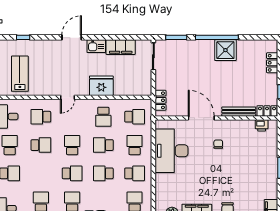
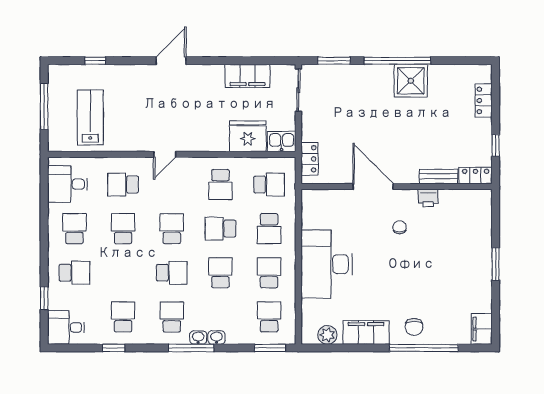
kitchen sink: (96, 46) -> (282, 141), moved, turned 180
fridge: (101, 86) -> (248, 136), moved
bench: (239, 112) -> (438, 176), width x0.73
printer: (262, 125) -> (428, 198), moved
school desk: (41, 145) -> (123, 229), turned -90
school desk: (135, 145) -> (269, 229), turned 180
desk: (172, 151) -> (327, 264), moved
school desk: (103, 173) -> (220, 273), turned 90
school desk: (135, 173) -> (269, 273), turned -90

